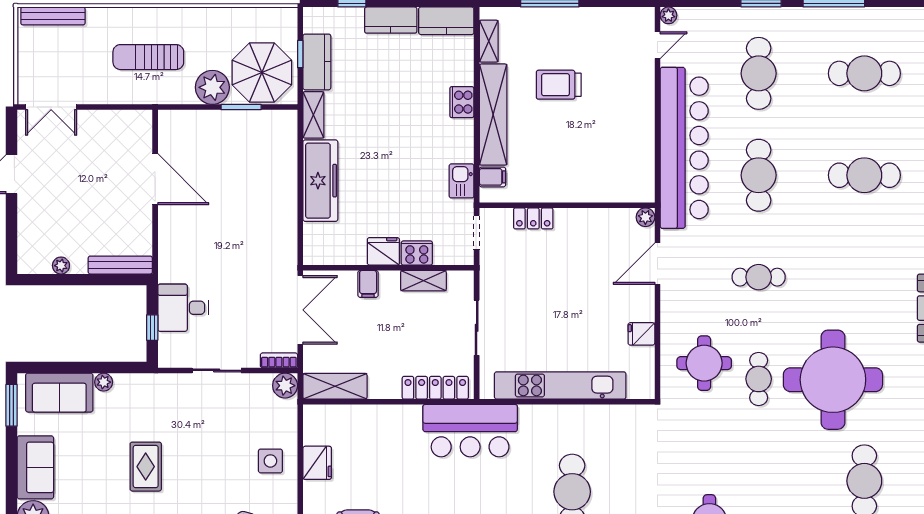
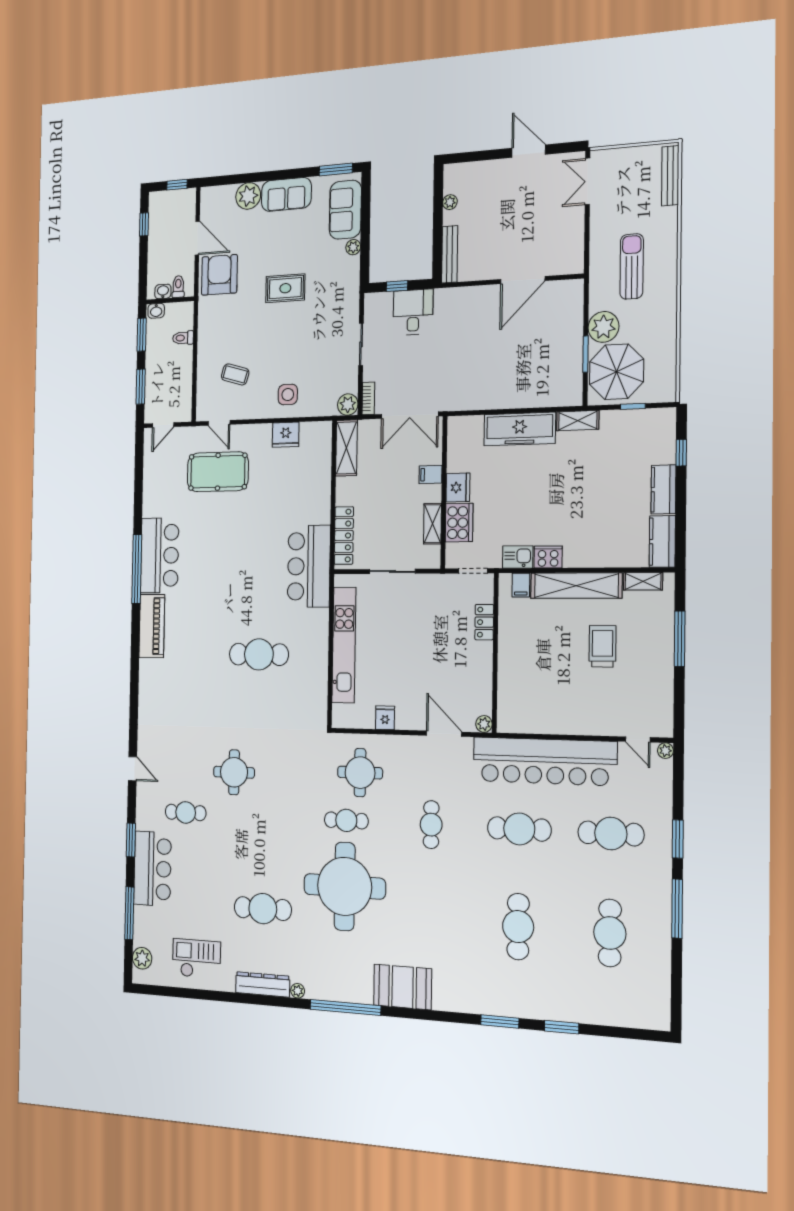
kitchen counter: (317, 62) -> (626, 422), removed
cooker: (462, 102) -> (548, 557), moved
cooker: (417, 253) -> (459, 523), width x1.37, depth x1.31

